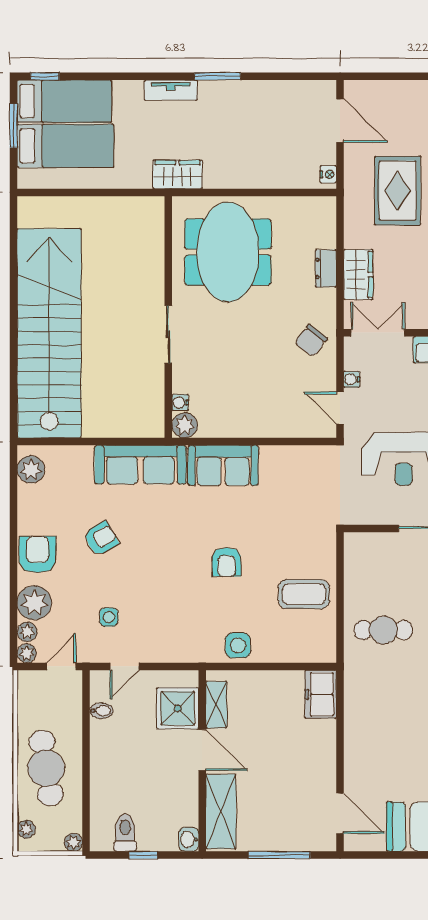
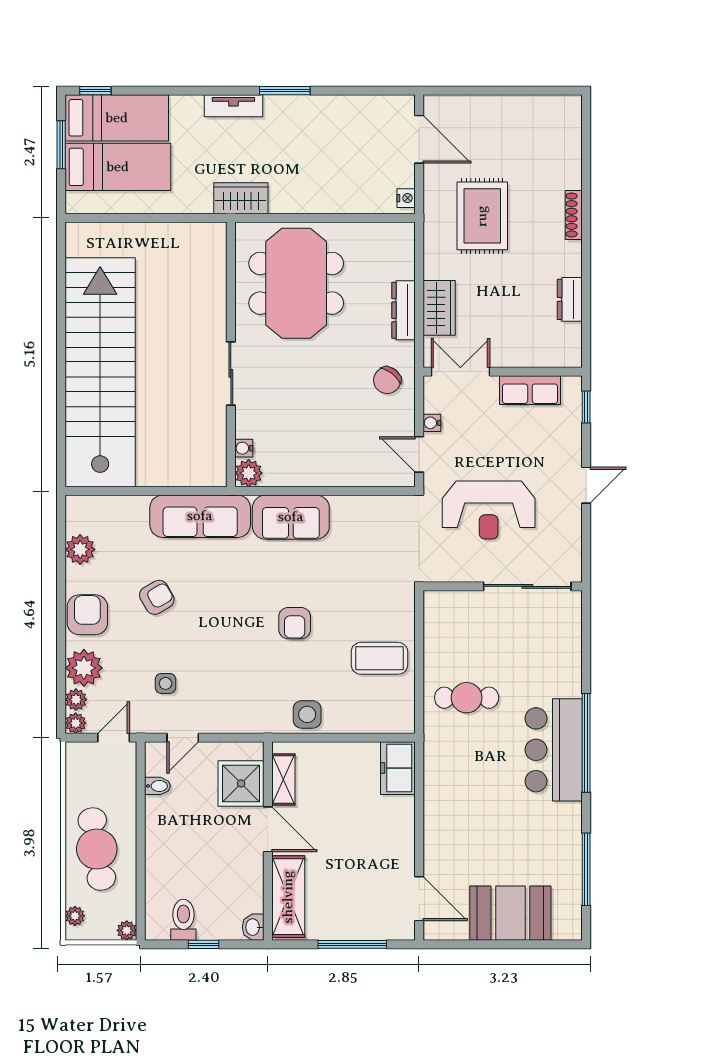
dresser: (326, 268) -> (403, 310), width x1.44
plant: (31, 469) -> (80, 549), moved

